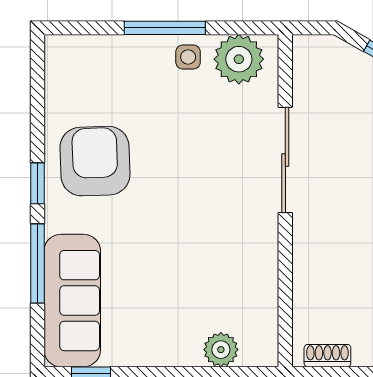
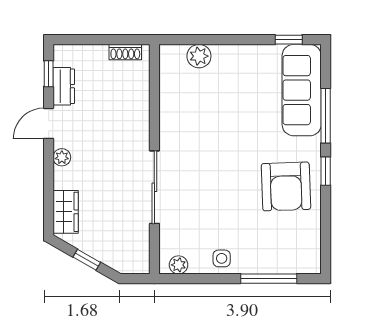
window: (165, 28) -> (269, 279), moved
plant: (239, 59) -> (178, 265), width x0.53, depth x0.53

